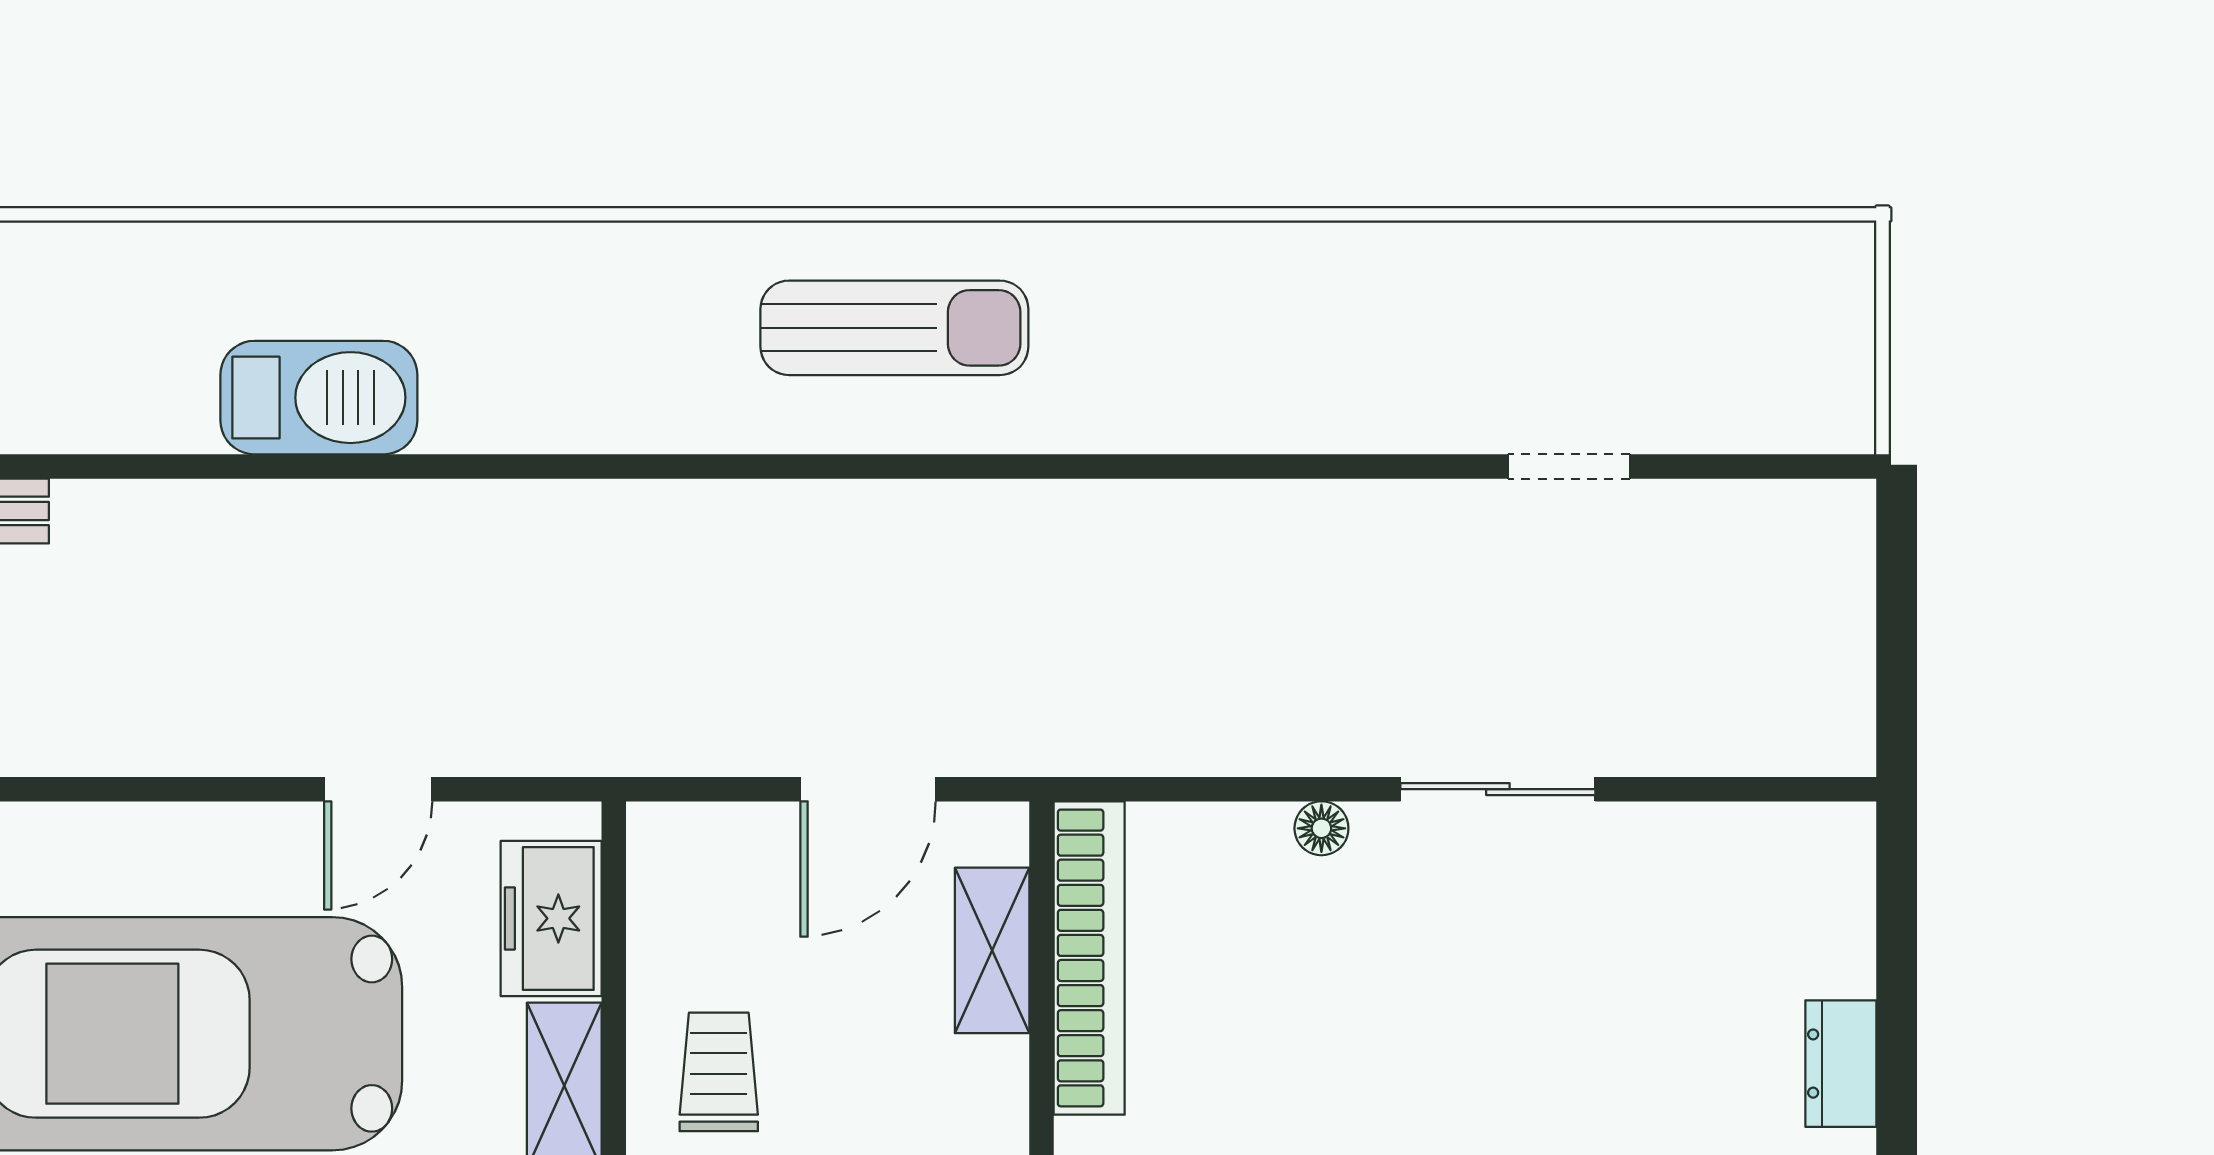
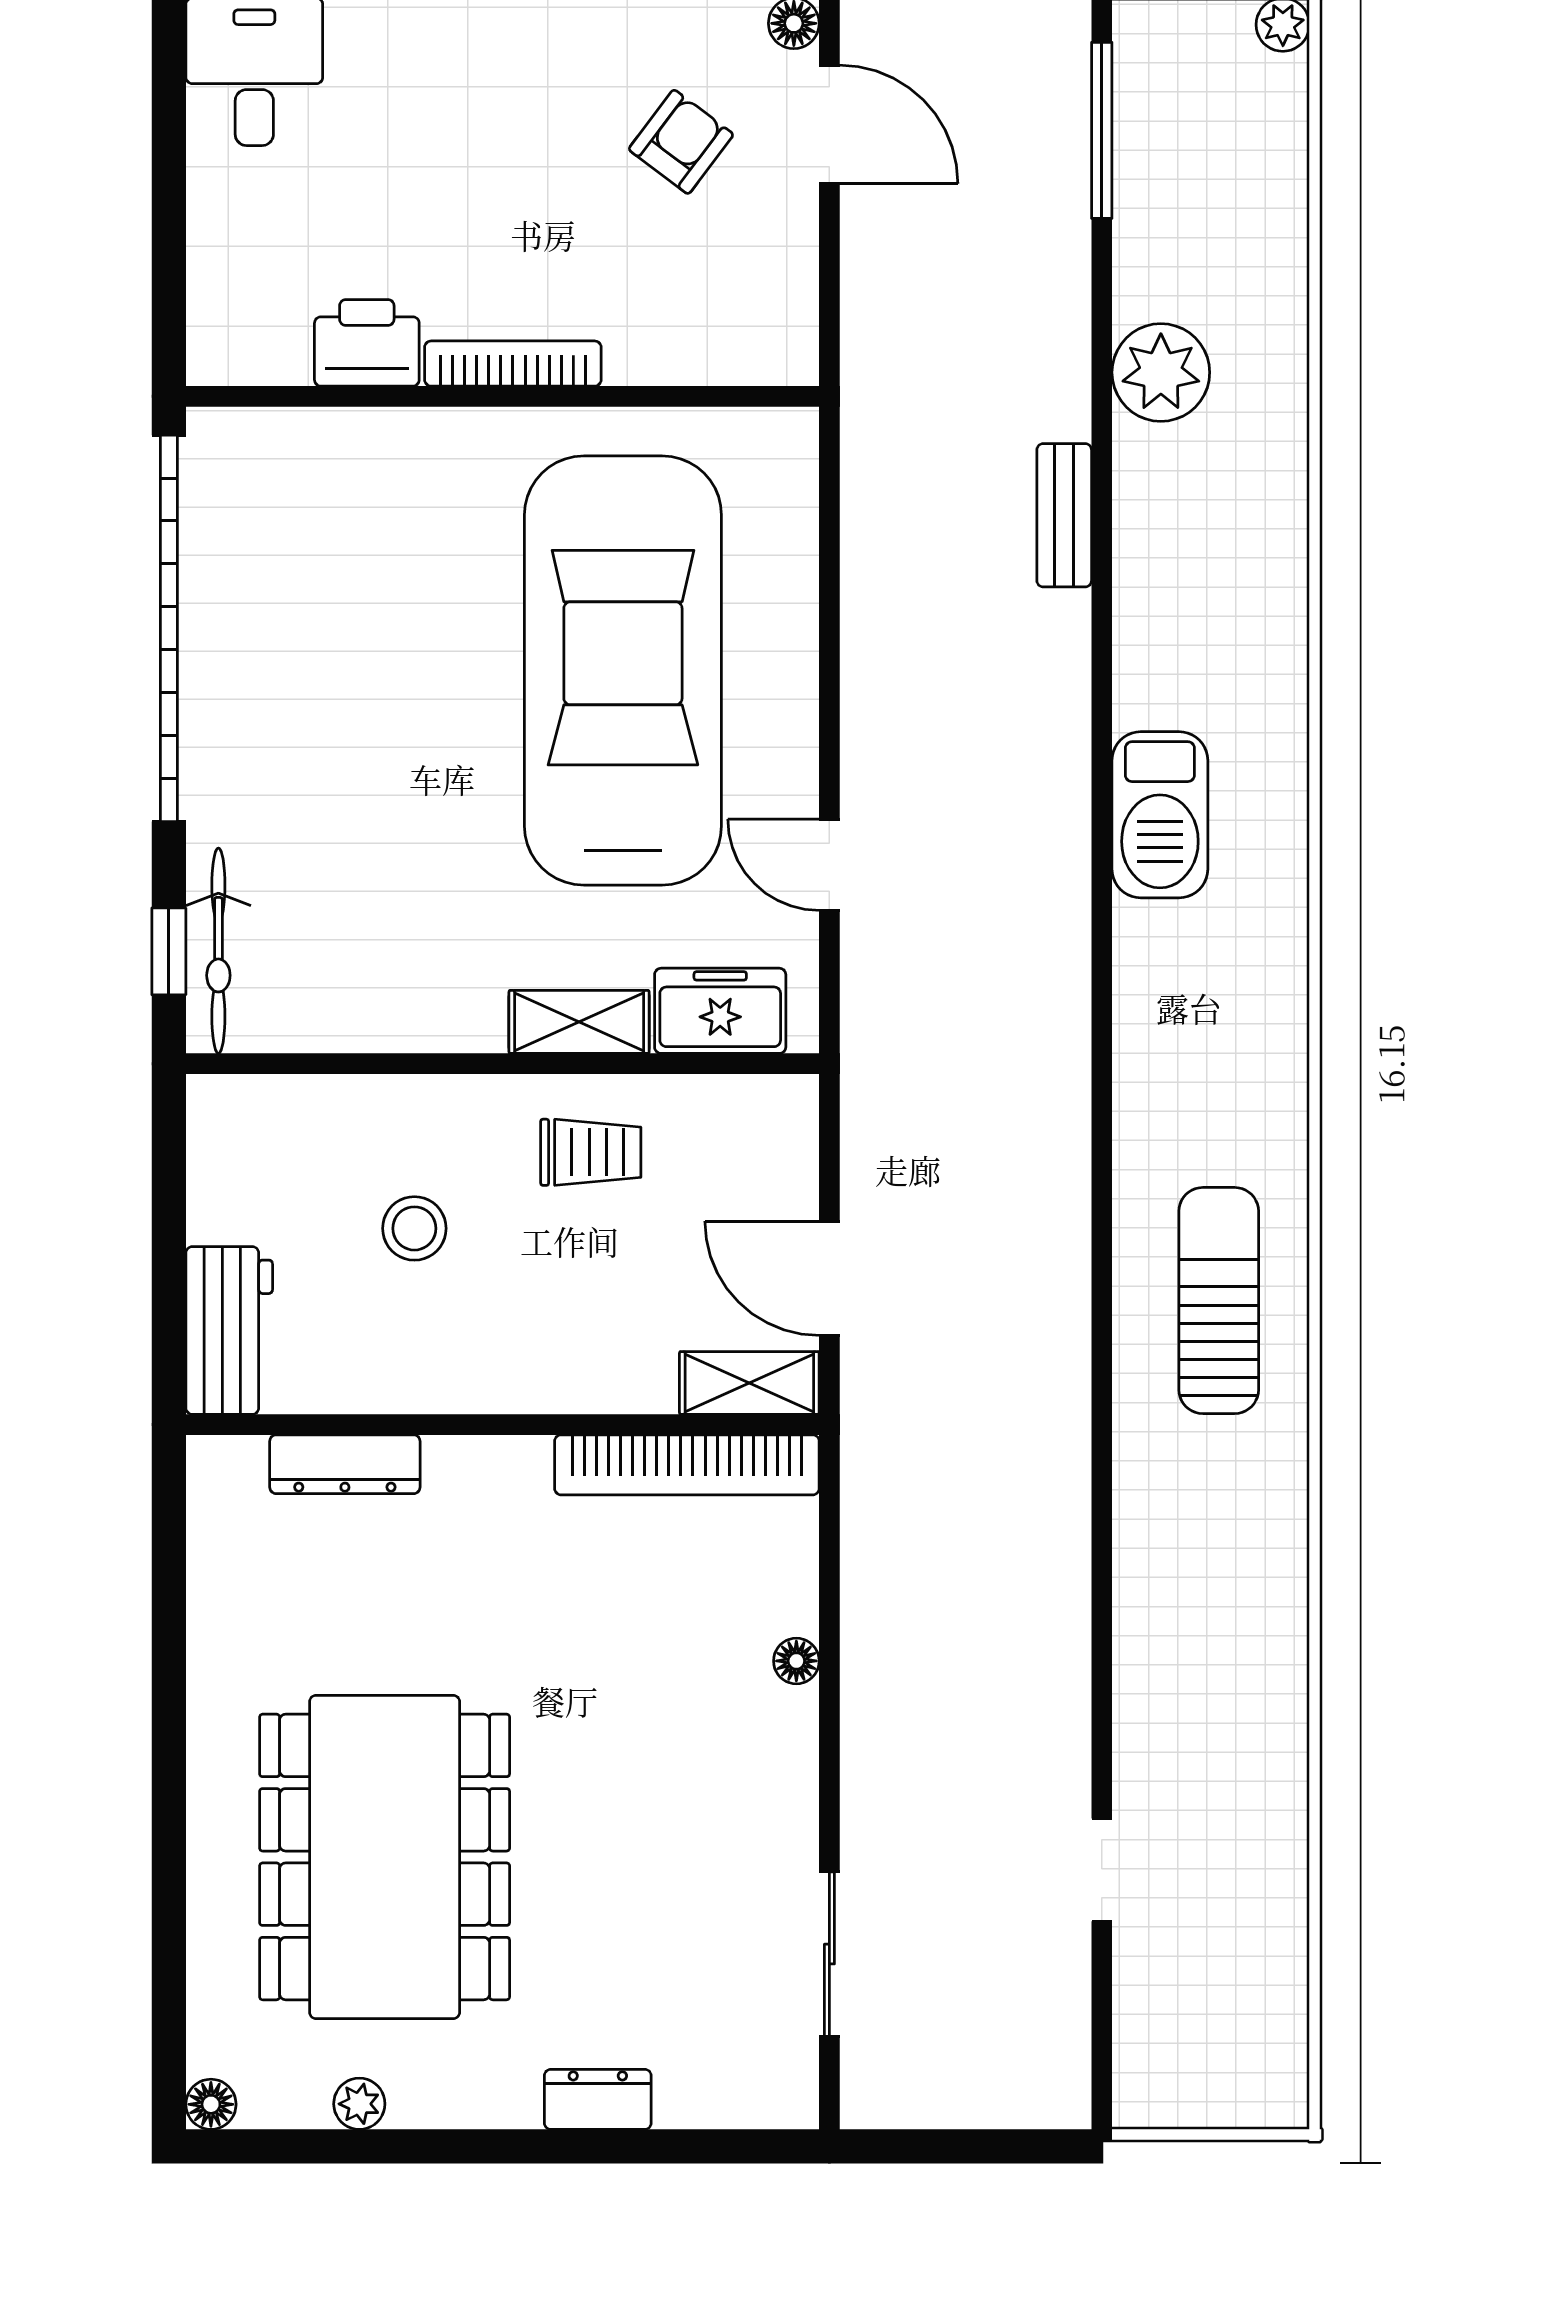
sun lounger: (894, 328) -> (1219, 1301), turned 180
sliding door: (1498, 789) -> (829, 1954), moved
shelving: (992, 950) -> (749, 1383), moved

